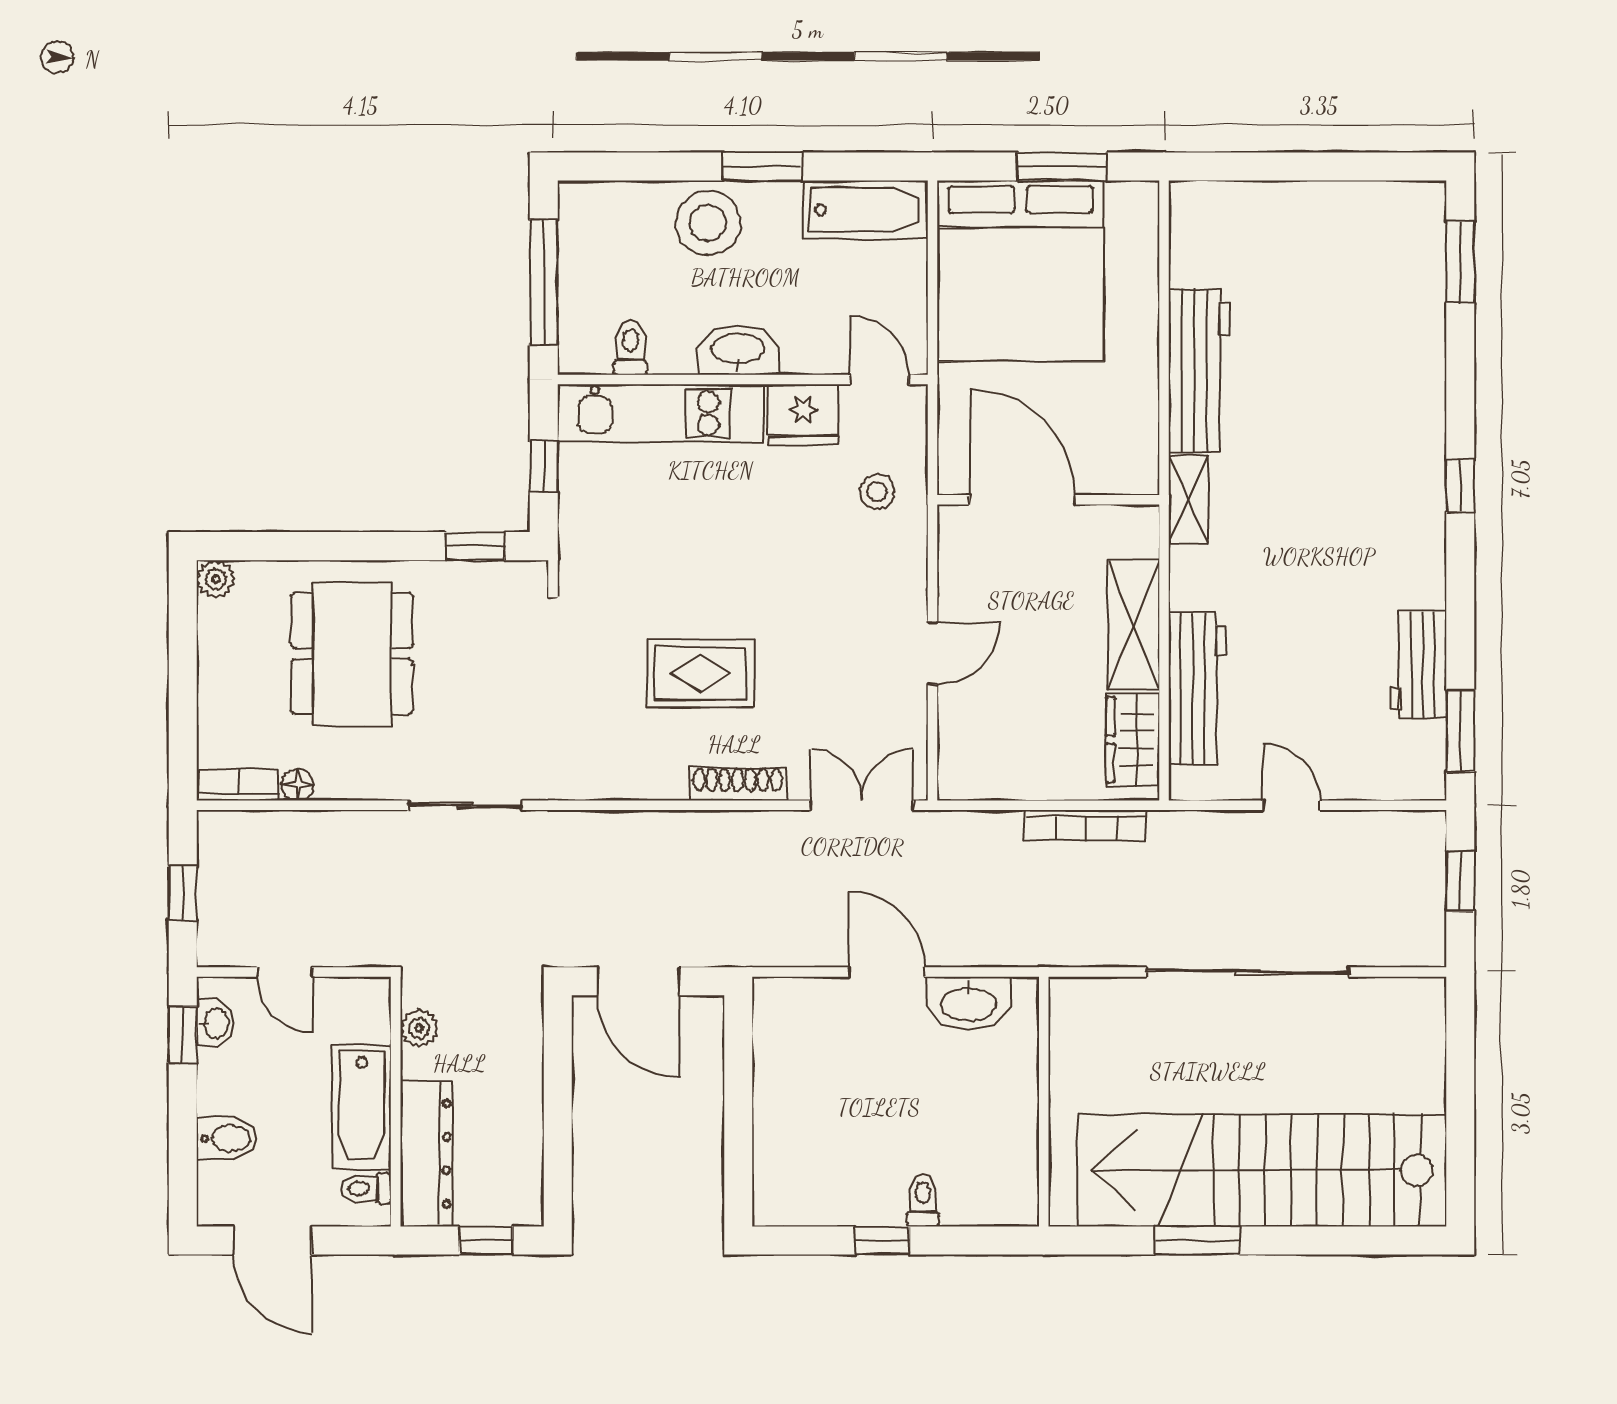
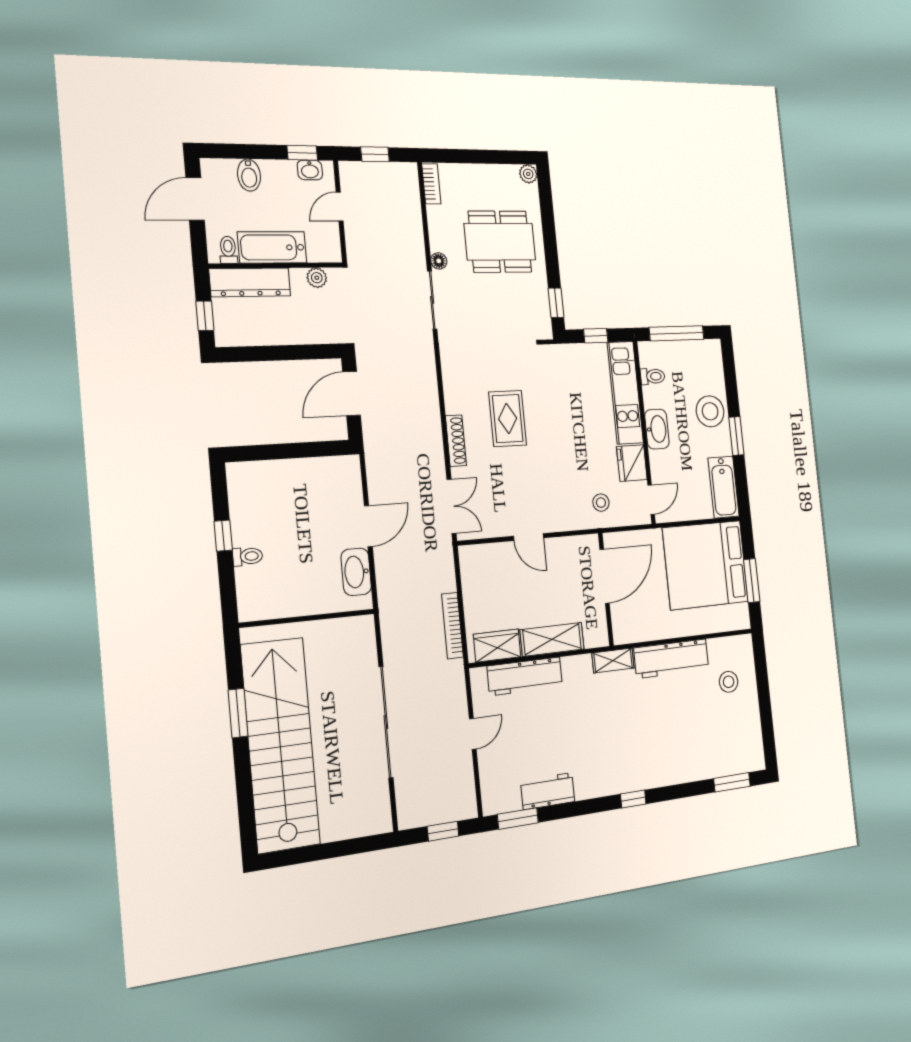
stool: (1260, 246) -> (729, 682), added
floor lamp: (298, 785) -> (439, 261), moved

